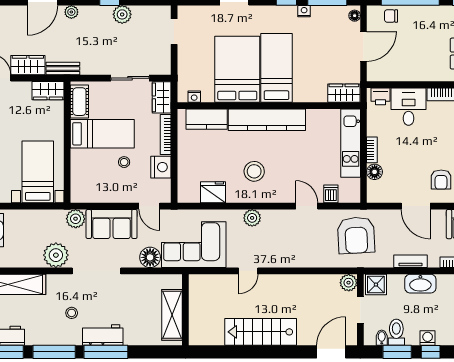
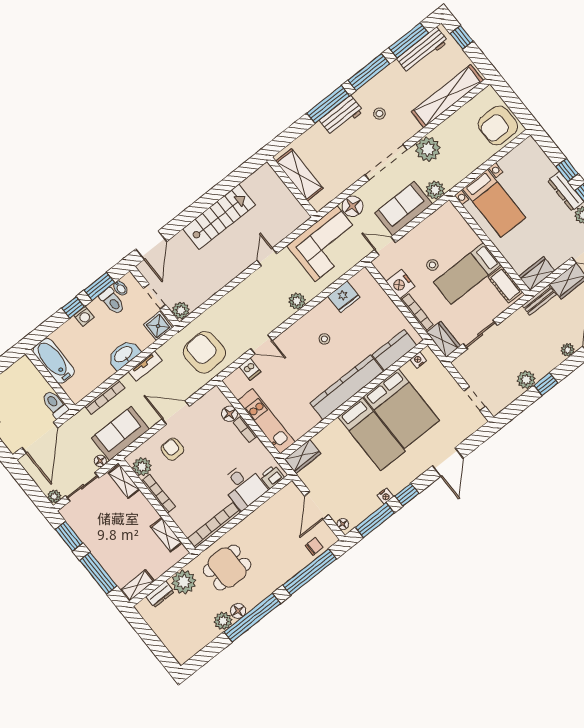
stool: (254, 171) -> (324, 339), width x0.53, depth x0.53

